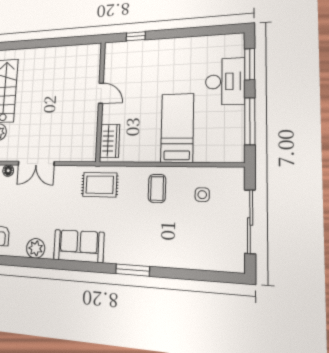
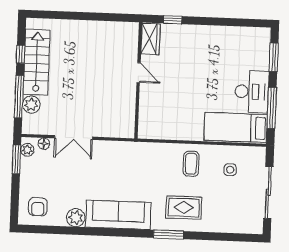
desk: (225, 81) -> (252, 92), moved
bed: (177, 128) -> (236, 127), moved, turned -90
wardrobe: (110, 141) -> (151, 39), moved
rug: (100, 185) -> (184, 207), moved
sofa: (79, 246) -> (118, 215), width x1.36

